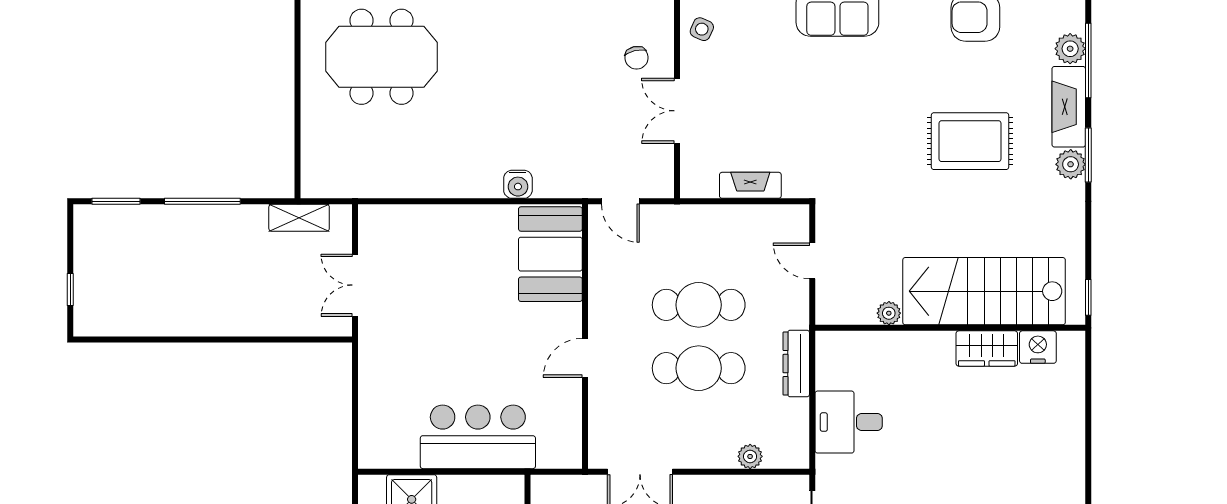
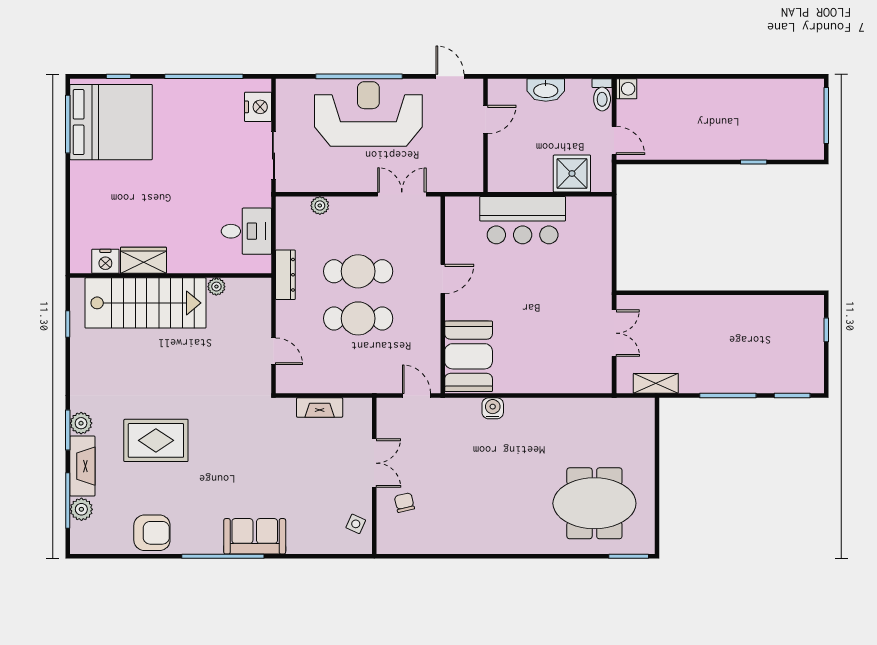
stairs: (984, 291) -> (145, 303), moved
plant: (889, 313) -> (216, 287), moved
wall: (950, 328) -> (171, 276), moved
nightstand: (1038, 347) -> (105, 261), moved
wardrobe: (987, 349) -> (143, 260), moved

